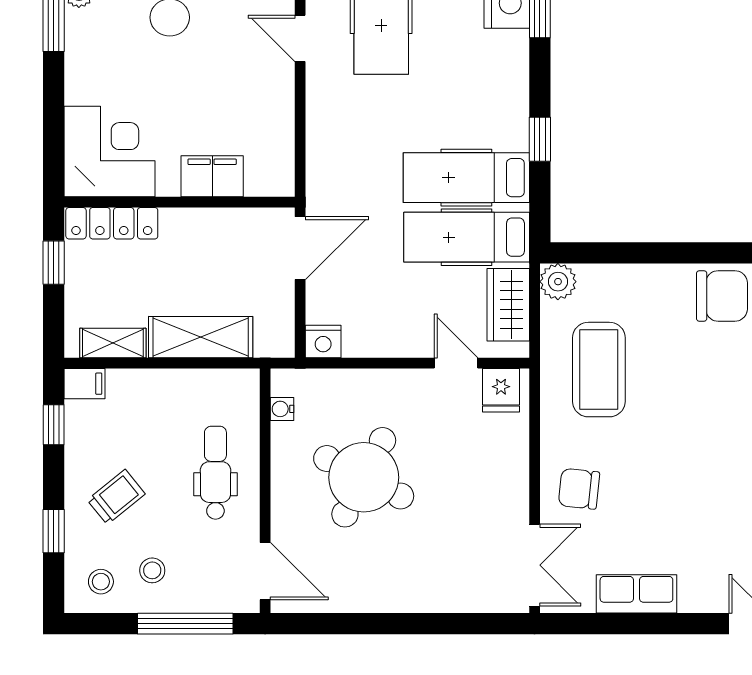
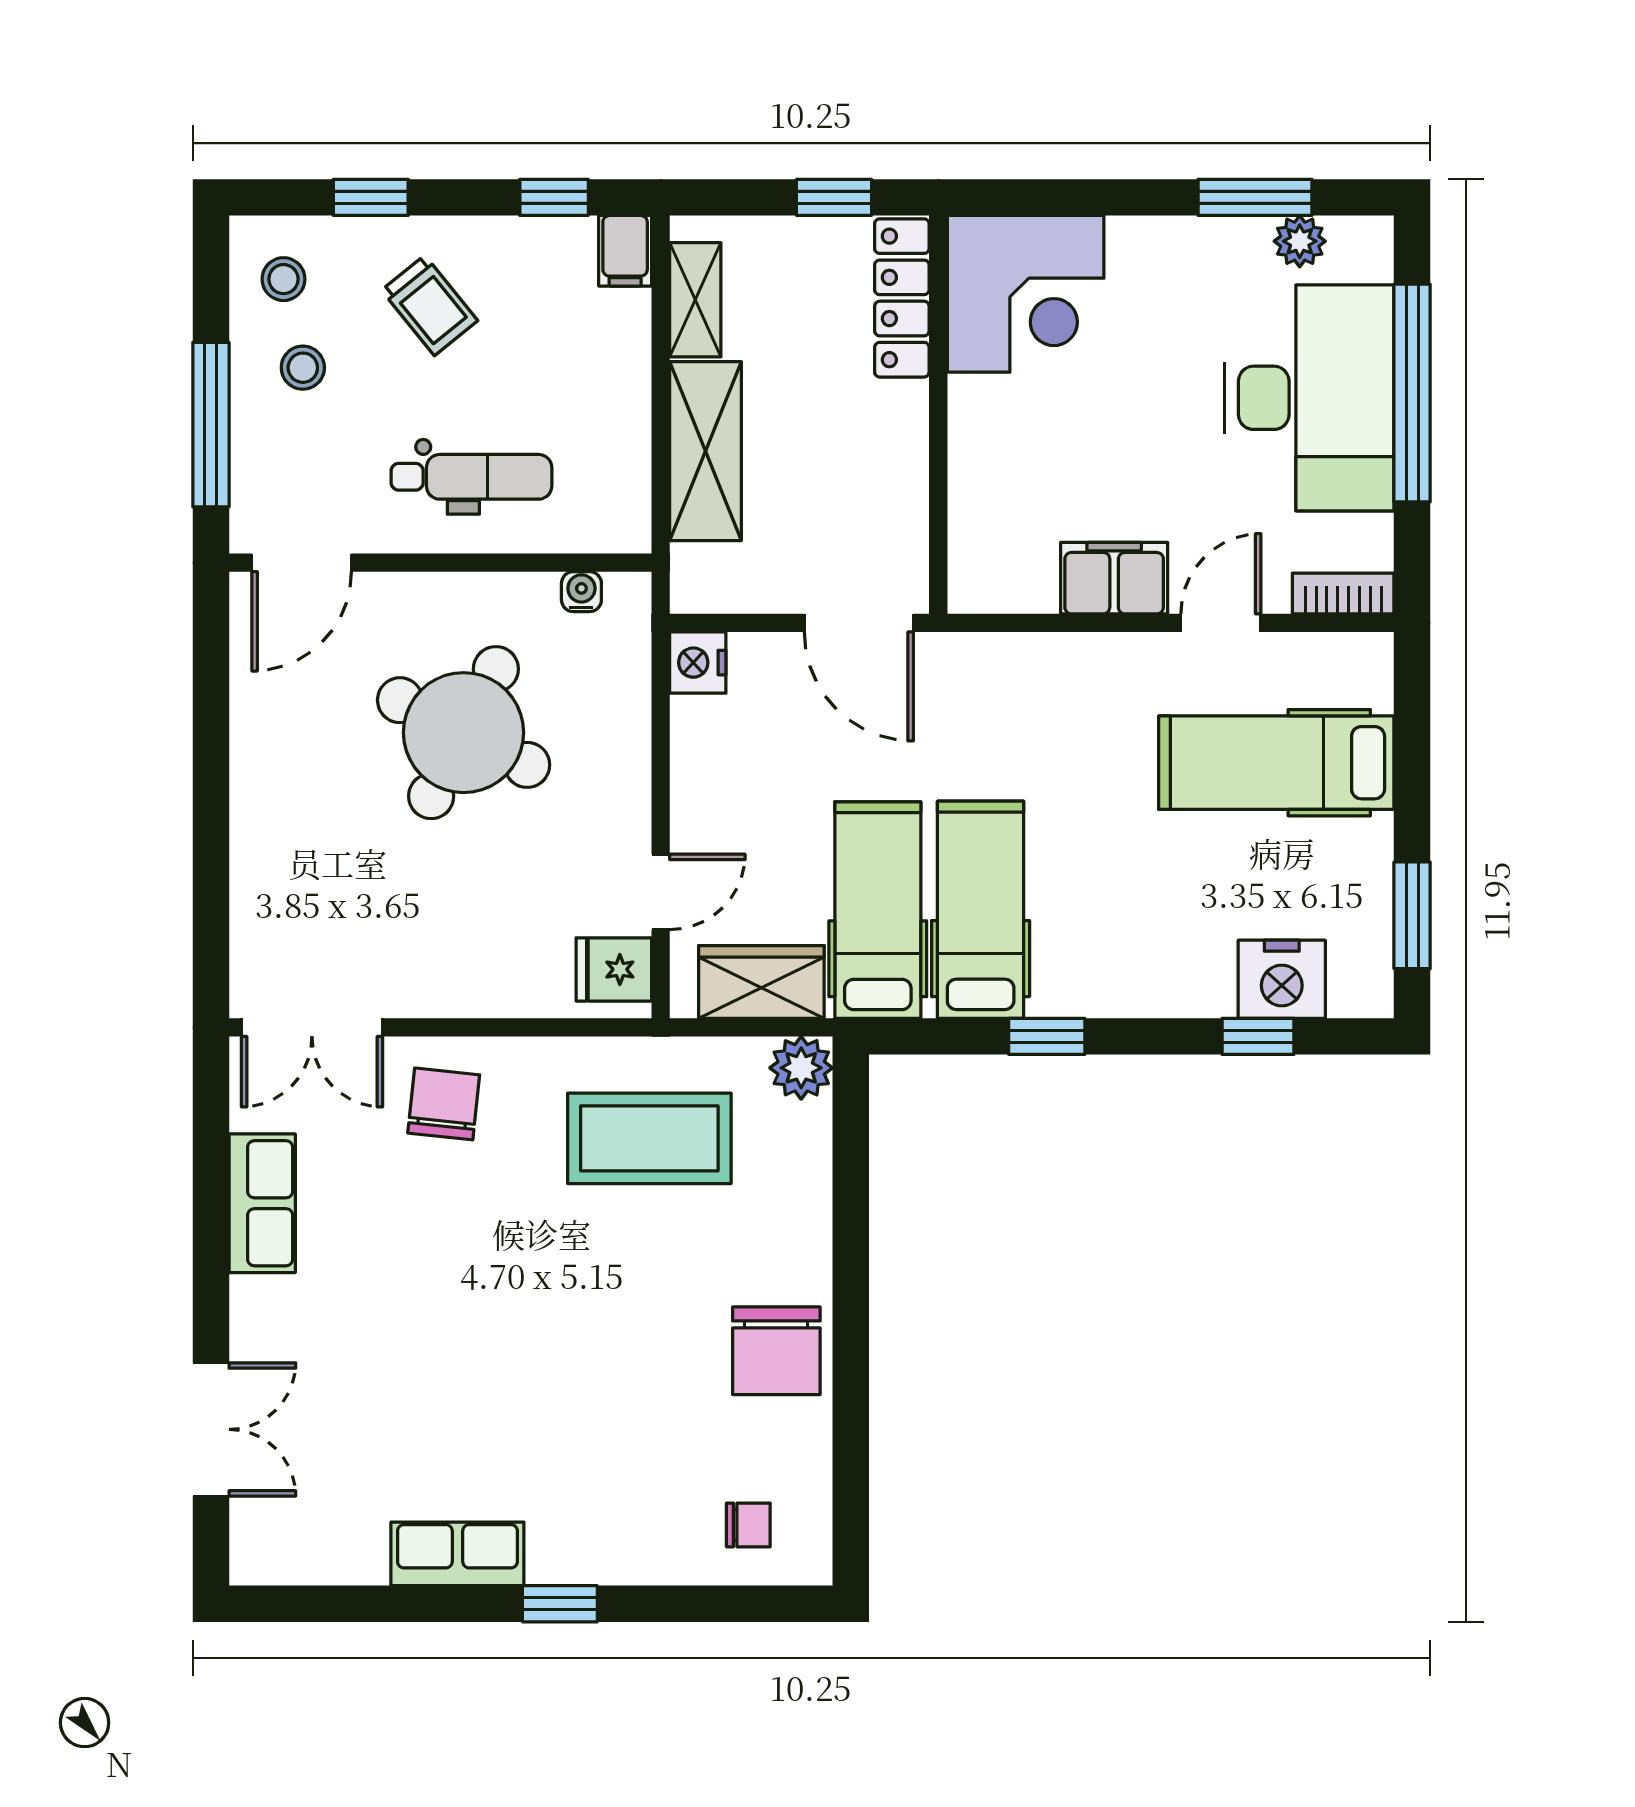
filing cabinet: (212, 176) -> (1114, 578), moved, turned -90

